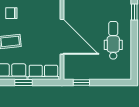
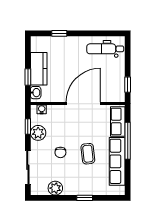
dental chair: (113, 40) -> (105, 49), moved
window: (24, 83) -> (128, 141), width x2.17

